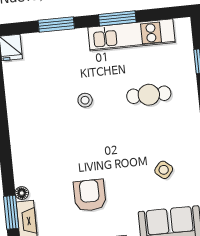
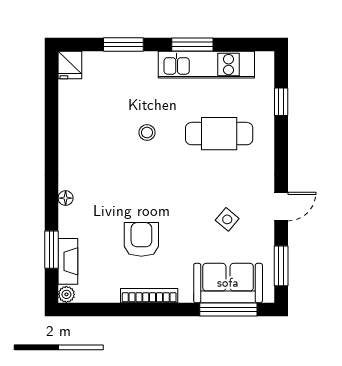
cafe table: (149, 95) -> (219, 134), width x1.37, depth x1.35
floor lamp: (22, 193) -> (66, 198), moved

